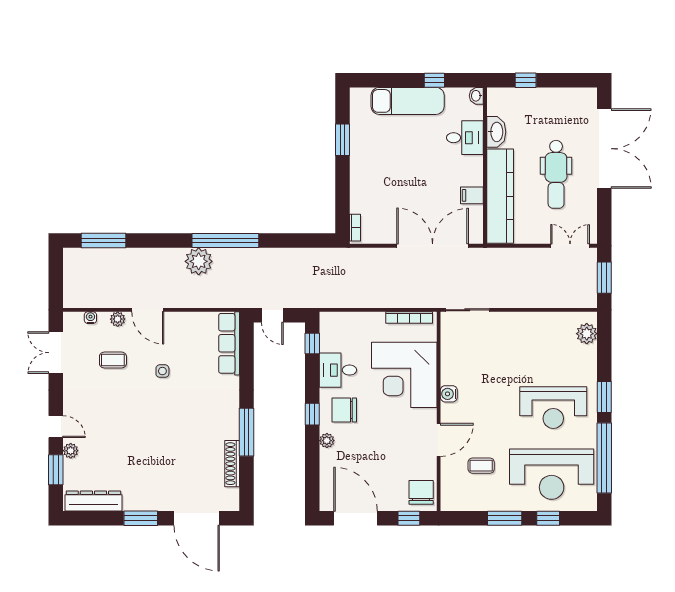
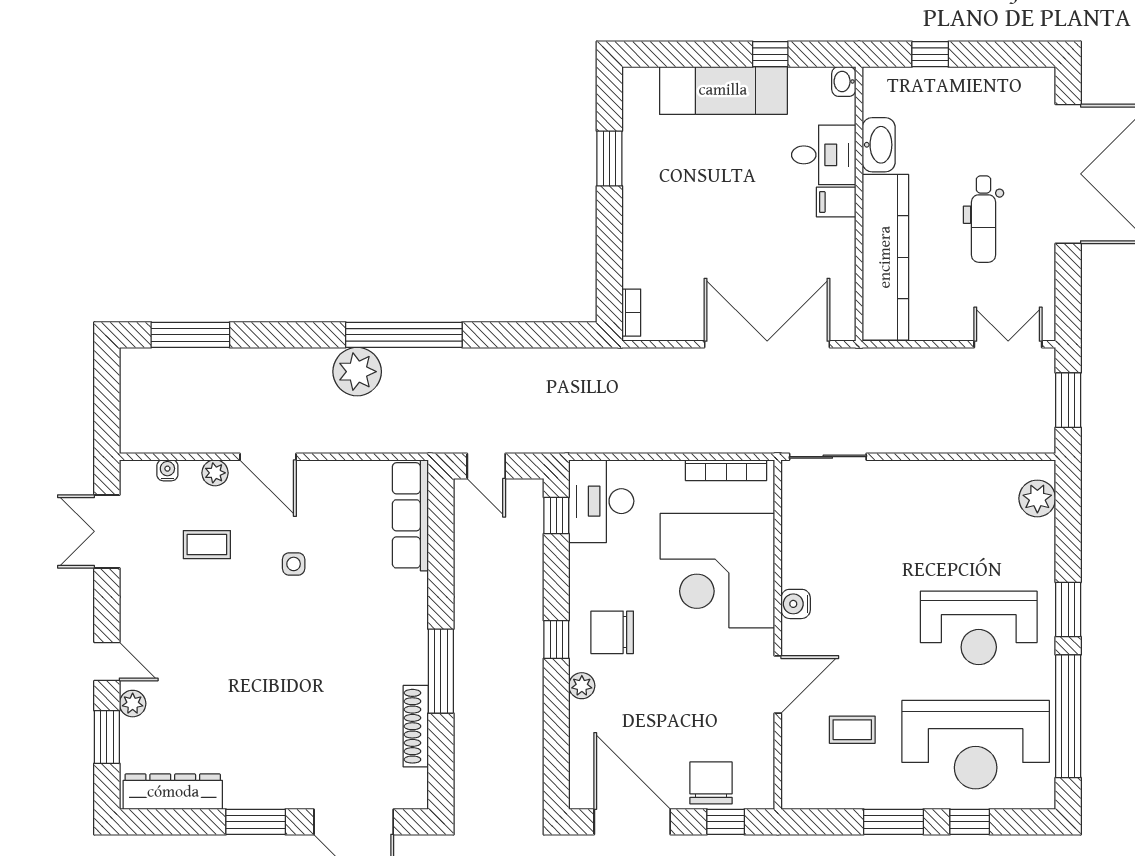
dental chair: (556, 174) -> (984, 219), width x0.73, depth x0.72
filing cabinet: (472, 195) -> (836, 202), moved
desk: (338, 370) -> (601, 501), moved, width x1.37
chair: (421, 492) -> (711, 783), moved

